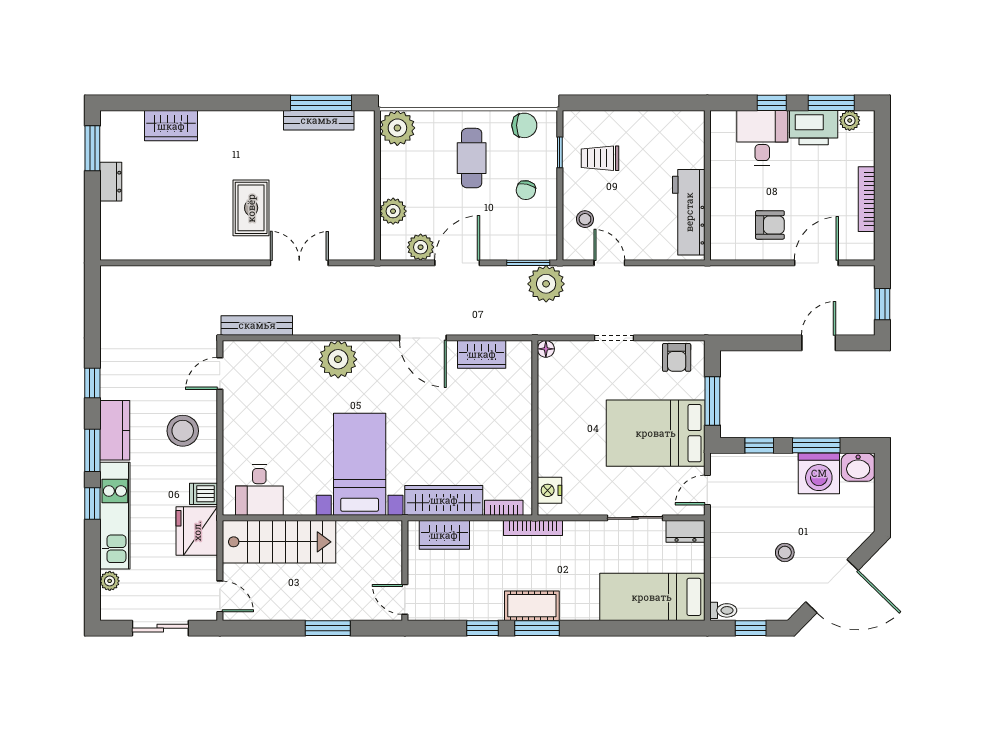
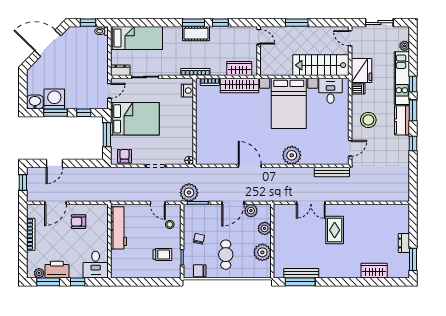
plant: (397, 128) -> (262, 252), moved
desk: (762, 138) -> (96, 265), moved
wardrobe: (482, 354) -> (221, 158), removed
bed with nightstands: (360, 464) -> (289, 103), width x1.36
stool: (785, 552) -> (71, 60), removed

